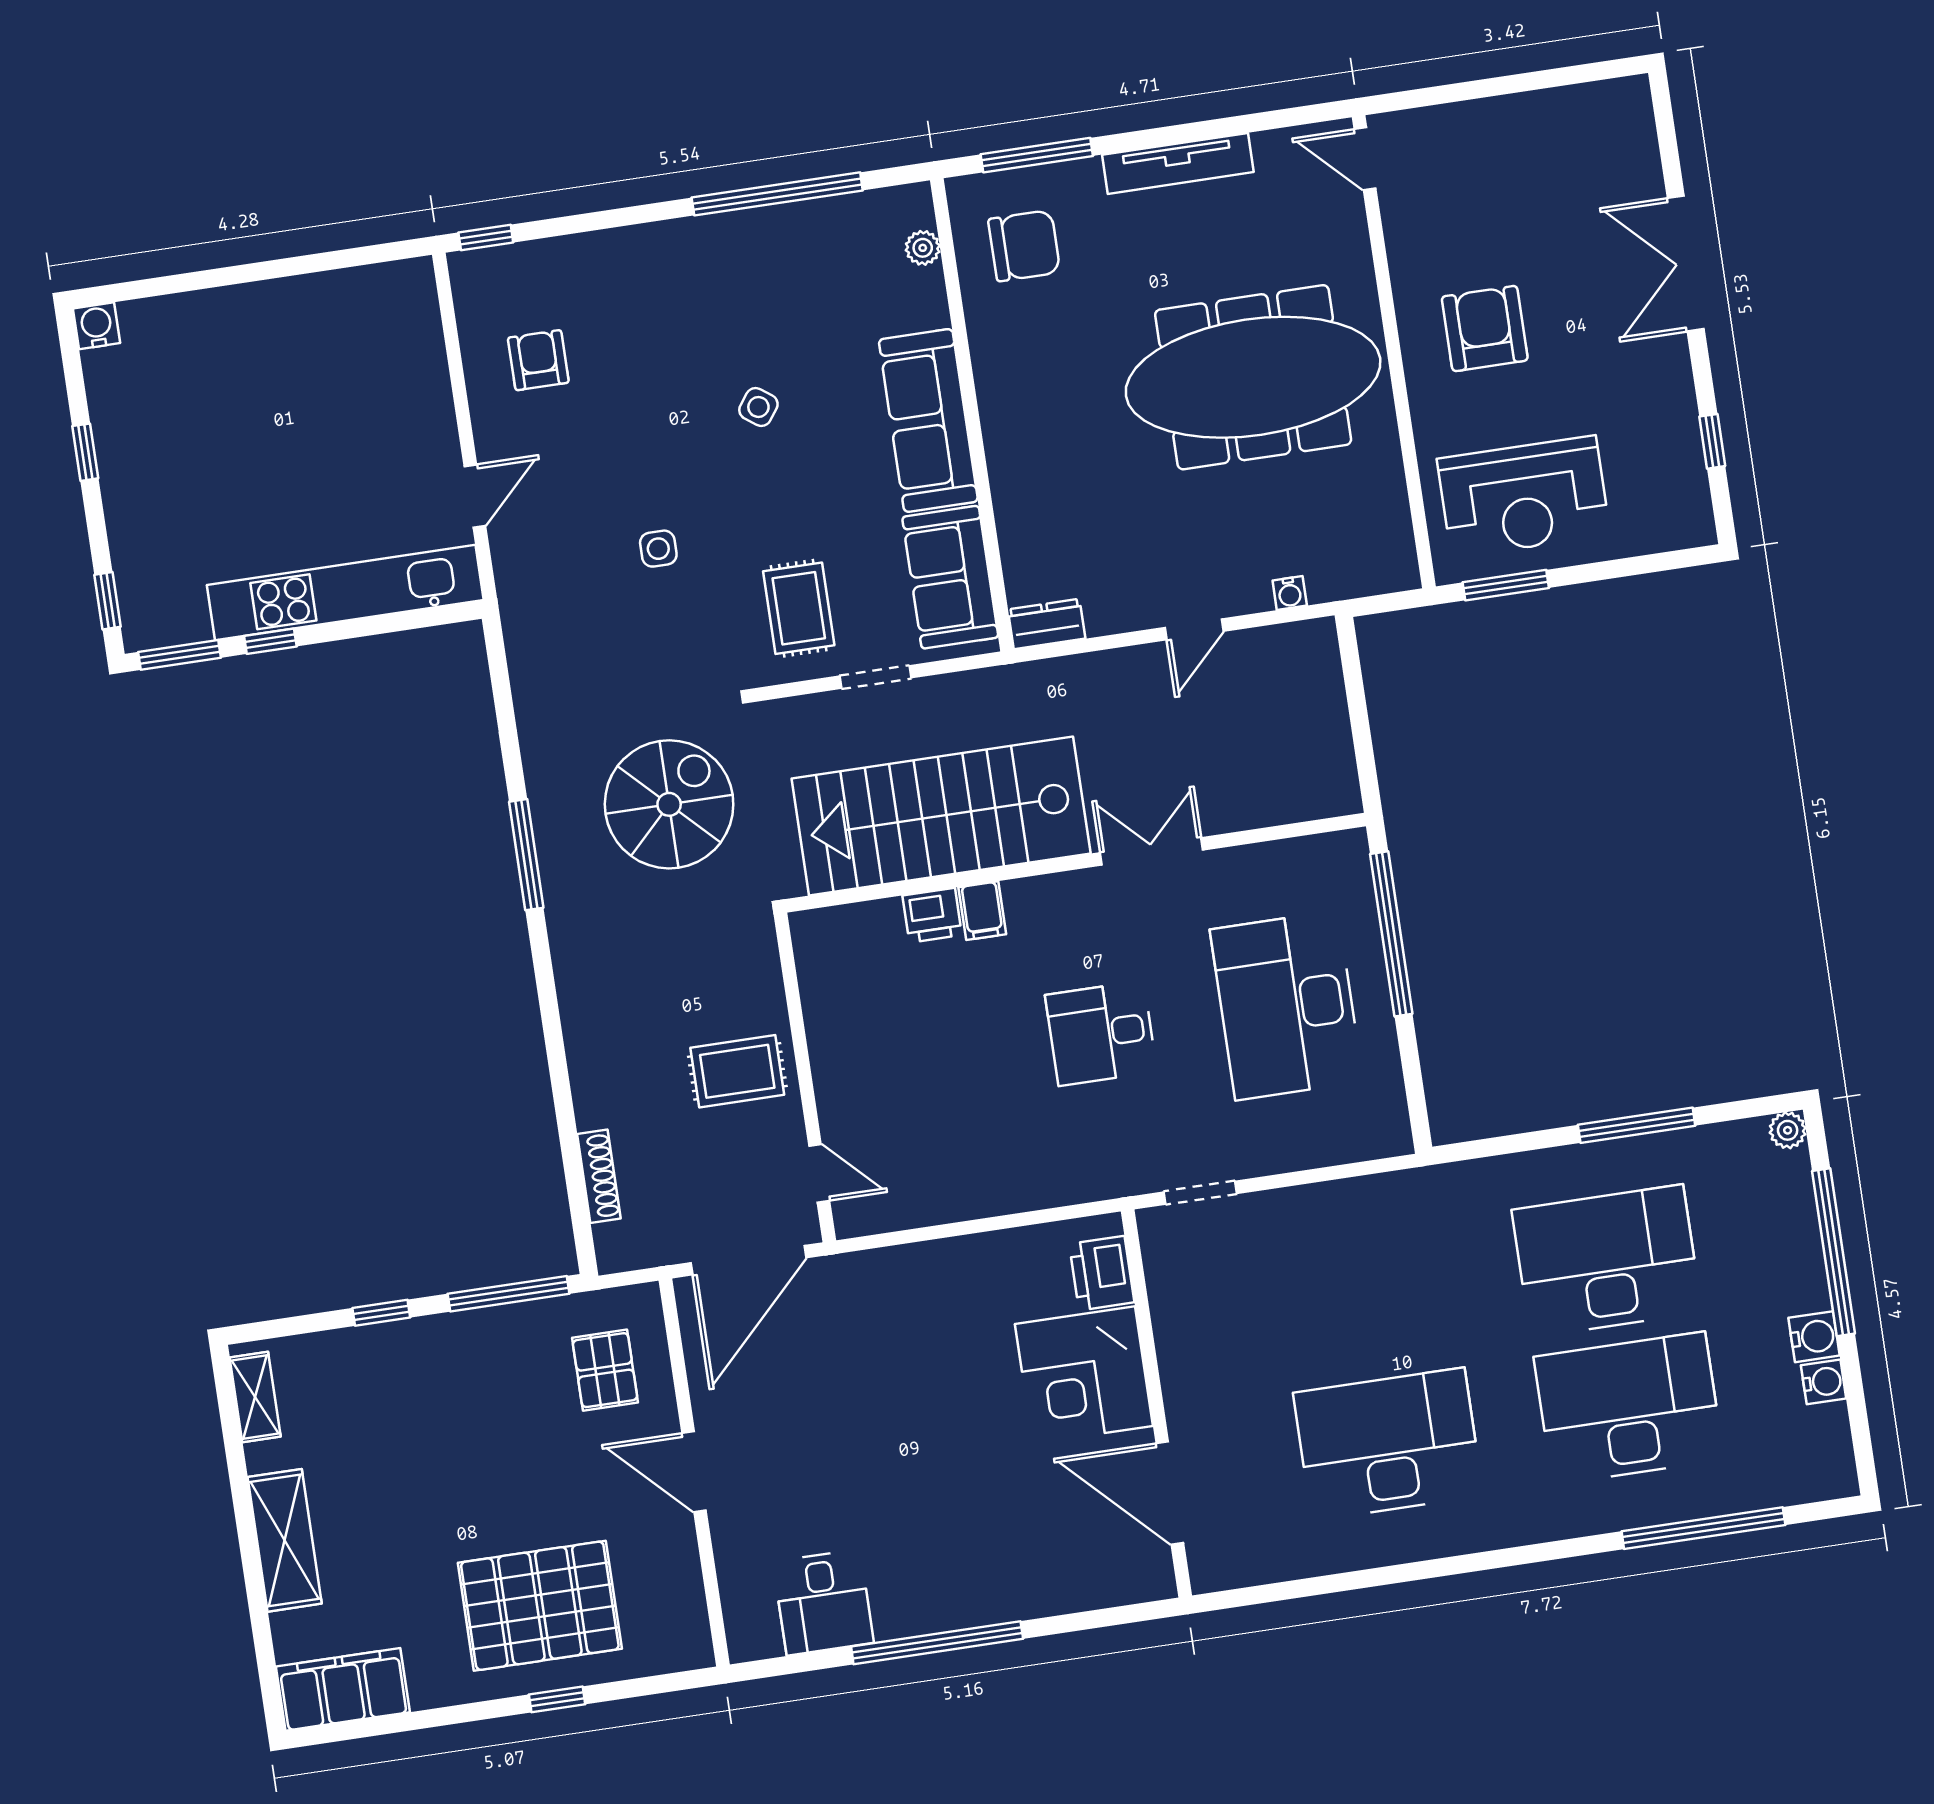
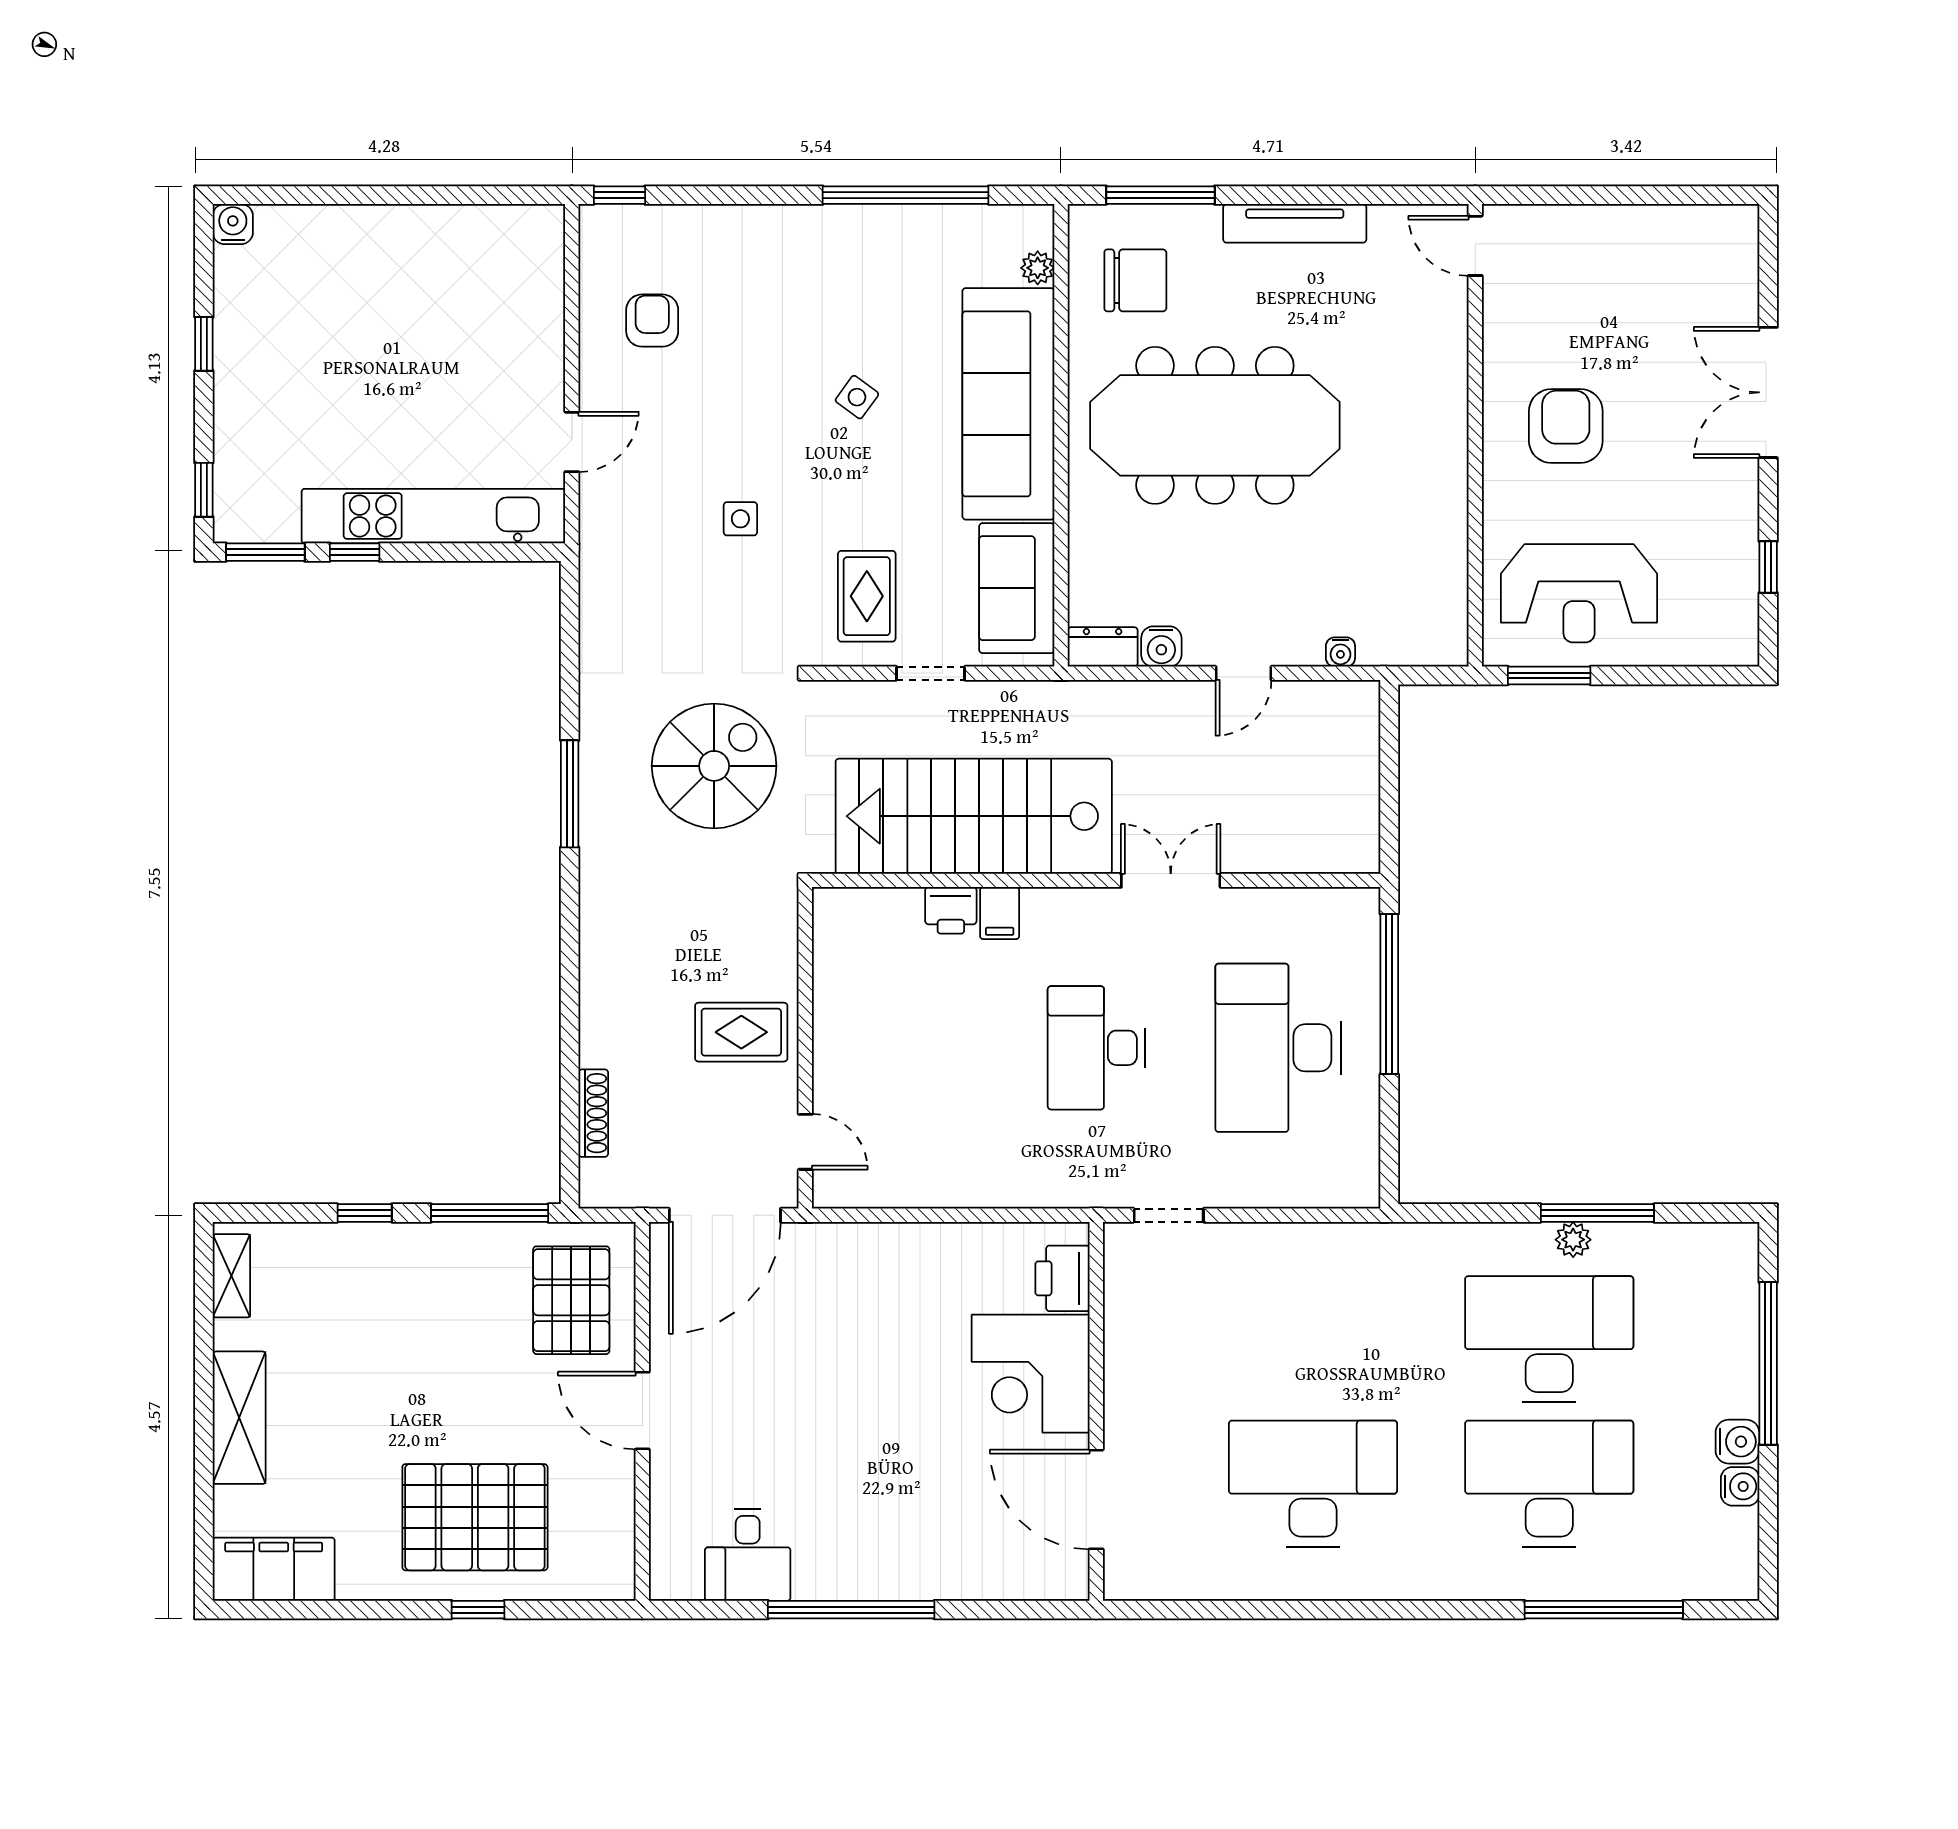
meeting table: (1253, 377) -> (1215, 425), moved
sofa: (928, 421) -> (1008, 404), width x1.36, depth x1.27
water cooler: (1106, 615) -> (1161, 646), added
desk: (1101, 1033) -> (1096, 1048), width x1.37
plant: (1788, 1130) -> (1573, 1240), moved
pallet: (605, 1370) -> (571, 1300), width x1.50, depth x1.42

